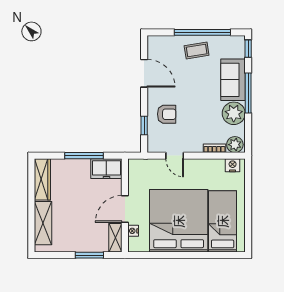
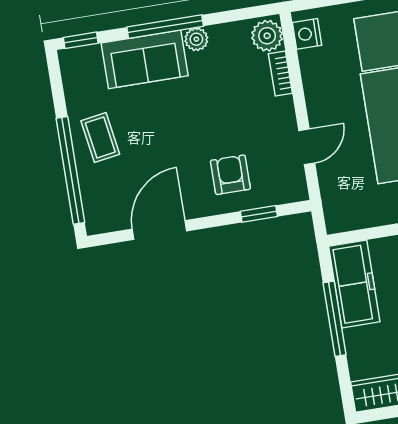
window: (202, 32) -> (70, 170), moved
plant: (234, 113) -> (196, 39), width x0.53, depth x0.53
freezer: (106, 169) -> (354, 284), width x1.40

